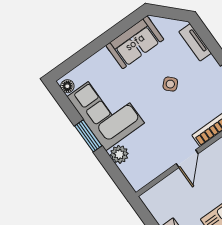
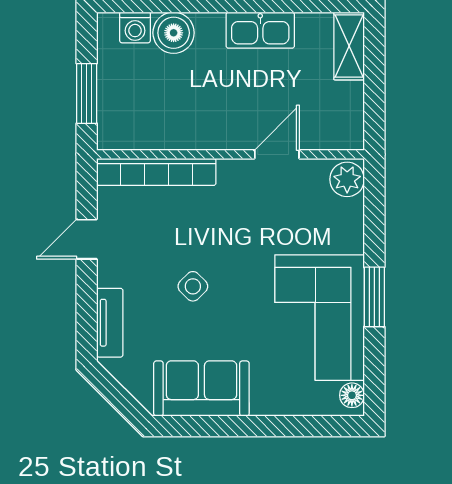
plant: (119, 154) -> (347, 179), moved
door: (187, 159) -> (277, 154), moved

